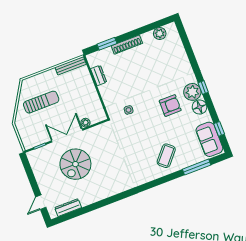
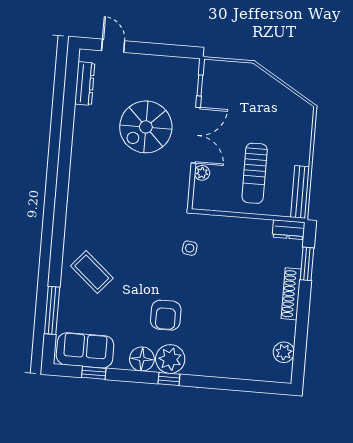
dresser: (99, 75) -> (289, 230), moved
sun lounger: (41, 102) -> (255, 173), moved
spiral stairs: (75, 164) -> (146, 127), turned -90

